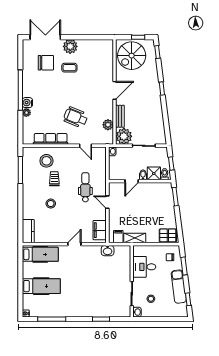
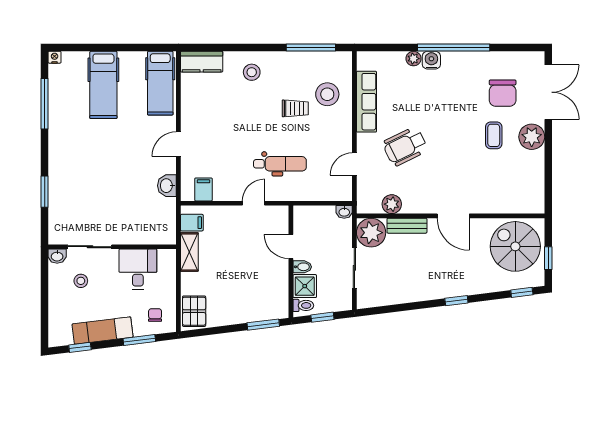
wheelchair: (76, 117) -> (405, 146), turned -138
stool: (51, 204) -> (252, 72), moved
filing cabinet: (100, 230) -> (203, 189), width x0.50
door: (74, 244) -> (178, 144), swing flipped
washbasin: (108, 251) -> (167, 186), moved

